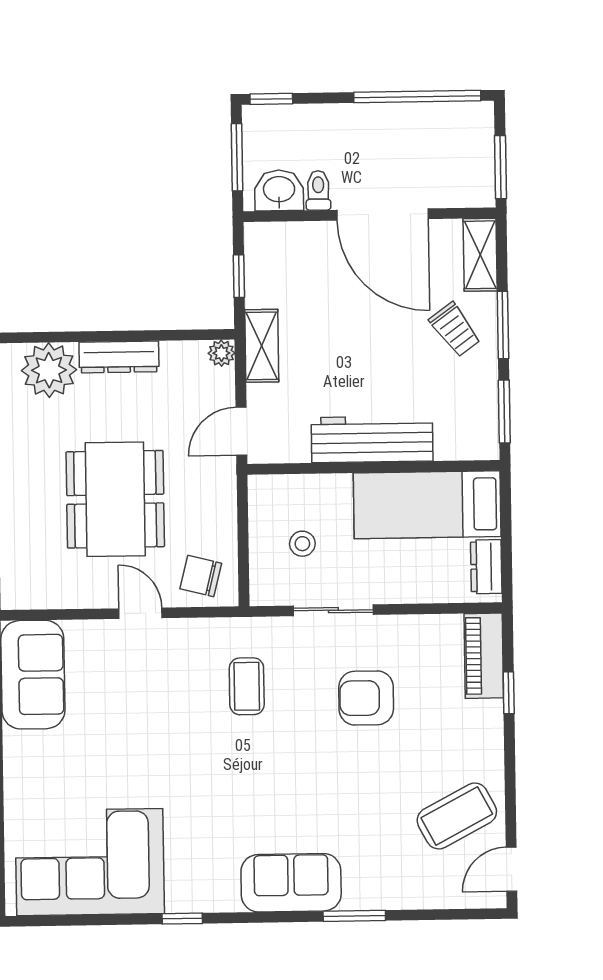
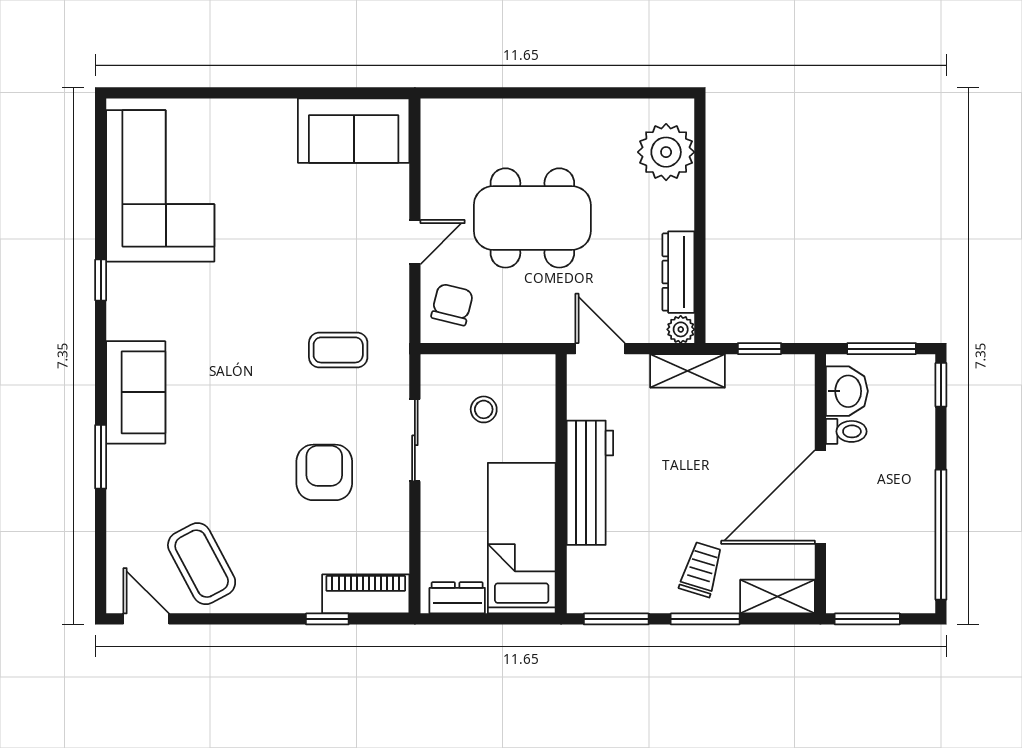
trolley: (455, 330) -> (701, 569), turned 143
dresser: (119, 357) -> (678, 272), moved

